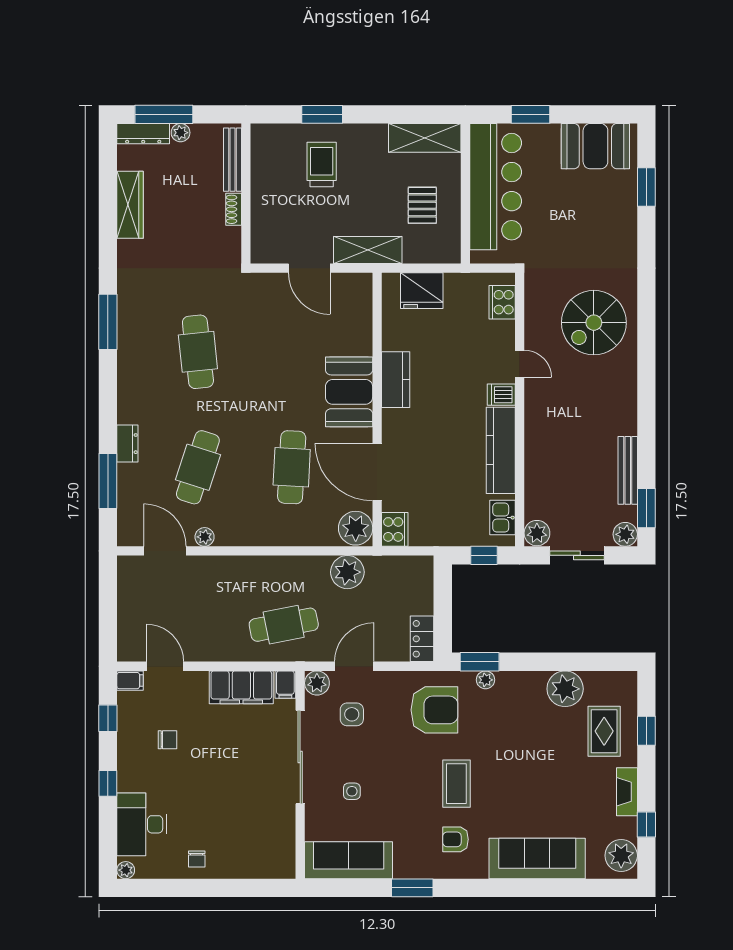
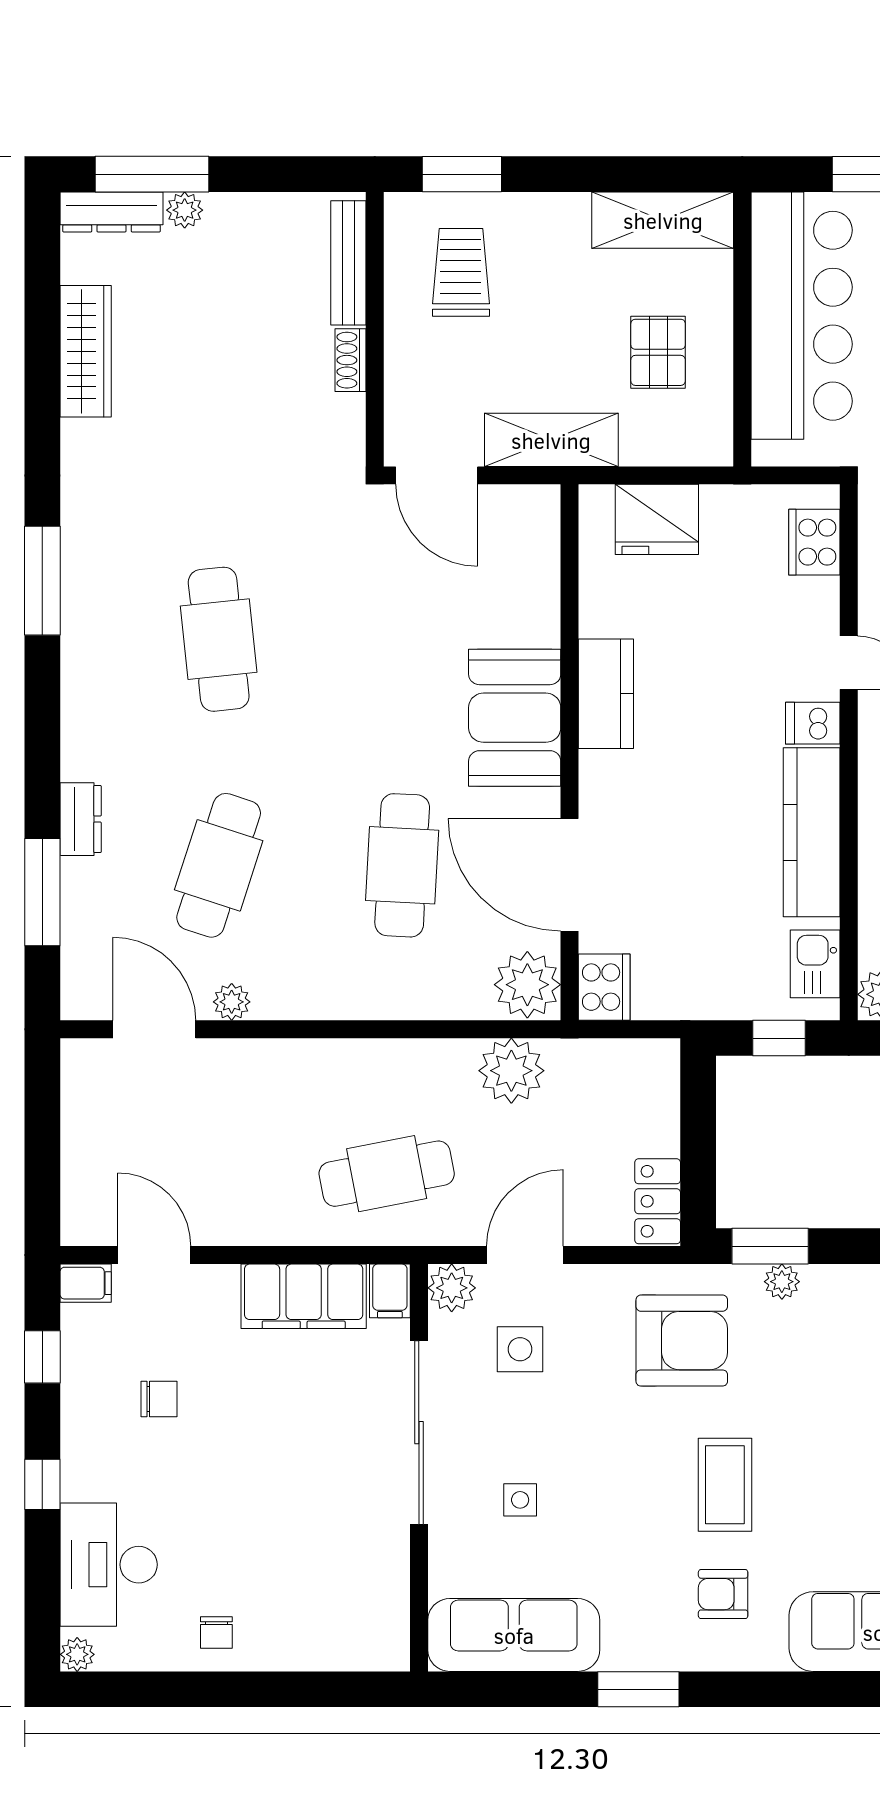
bench: (232, 160) -> (348, 263), moved
wall: (246, 193) -> (375, 329), moved
shoe rack: (234, 209) -> (351, 360), moved

